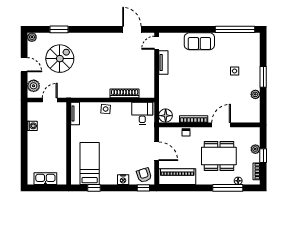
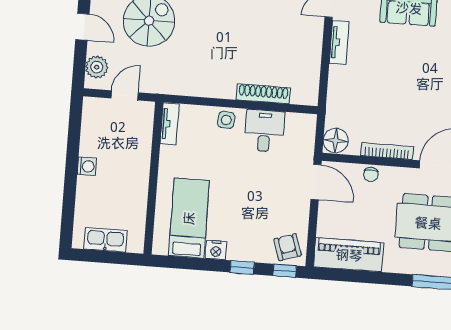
desk: (142, 113) -> (264, 131), moved
washing machine: (32, 126) -> (87, 166), moved
door: (157, 151) -> (316, 182), moved
nightstand: (123, 180) -> (216, 250), moved
window: (94, 188) -> (242, 267), moved

